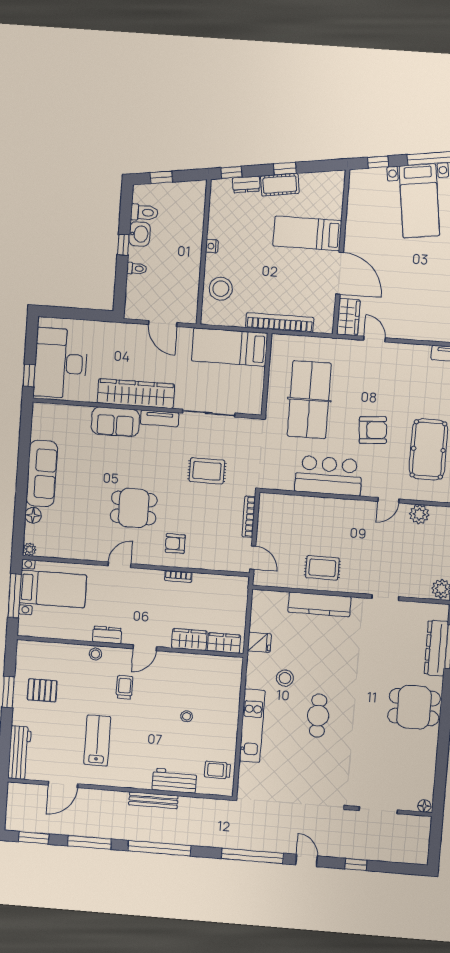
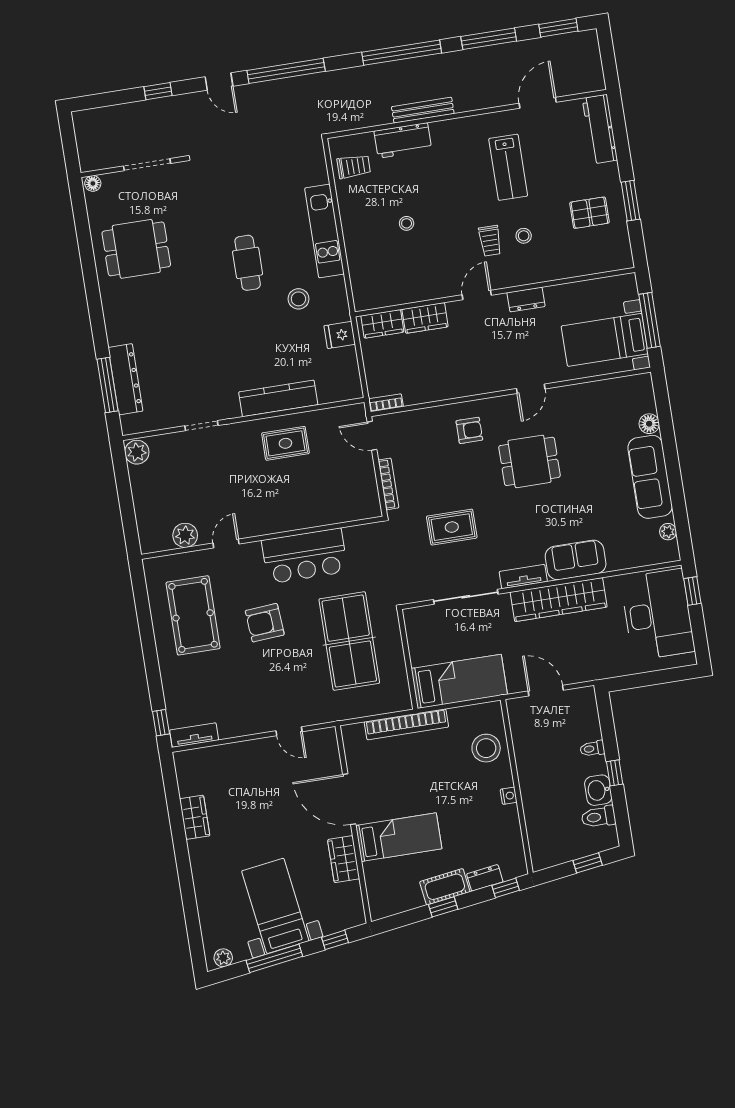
wardrobe: (348, 317) -> (344, 859), moved
plant: (29, 549) -> (668, 532), moved
bookcase: (178, 576) -> (386, 403), moved
stool: (95, 654) -> (524, 236), moved
dining table: (414, 707) -> (136, 249), moved

